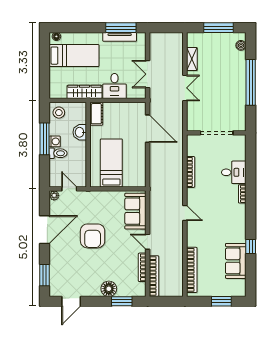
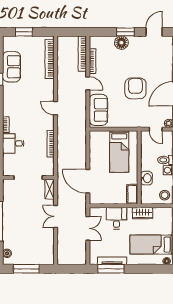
shelving: (192, 59) -> (50, 189), moved
wardrobe: (84, 92) -> (142, 213), width x0.67
window: (122, 301) -> (125, 32), moved

